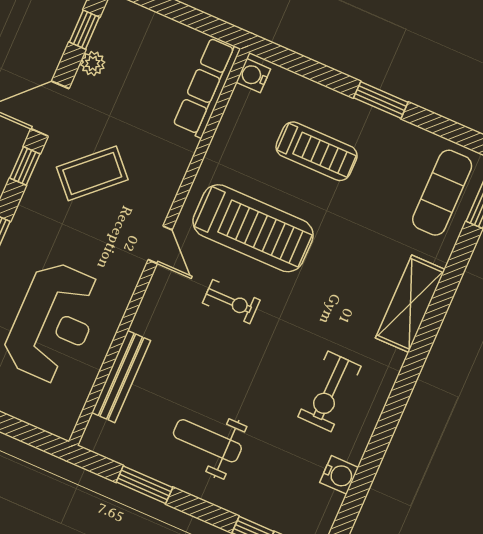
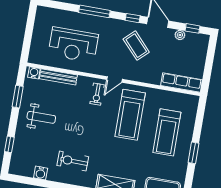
water cooler: (253, 76) -> (34, 73), moved
treadmill: (317, 151) -> (167, 132), width x1.37, depth x1.38
exercise bike: (231, 302) -> (97, 94), moved
weight bench: (207, 441) -> (41, 117), turned 90

